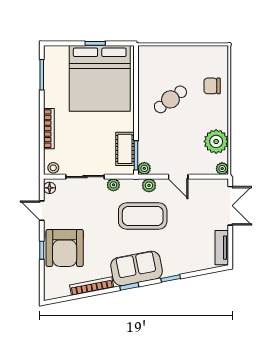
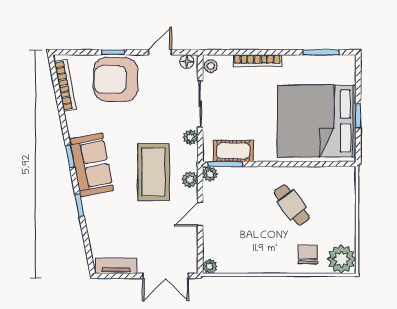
plant: (216, 141) -> (342, 259), moved
bookcase: (92, 286) -> (65, 85), moved

